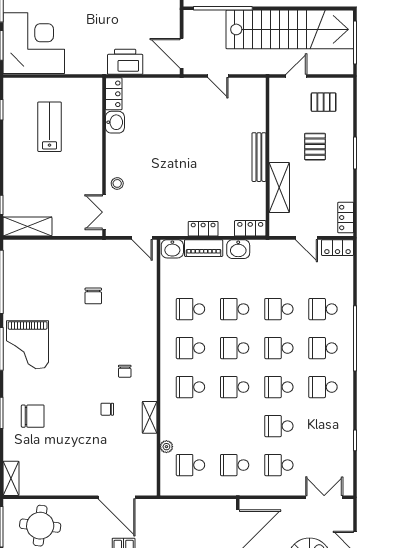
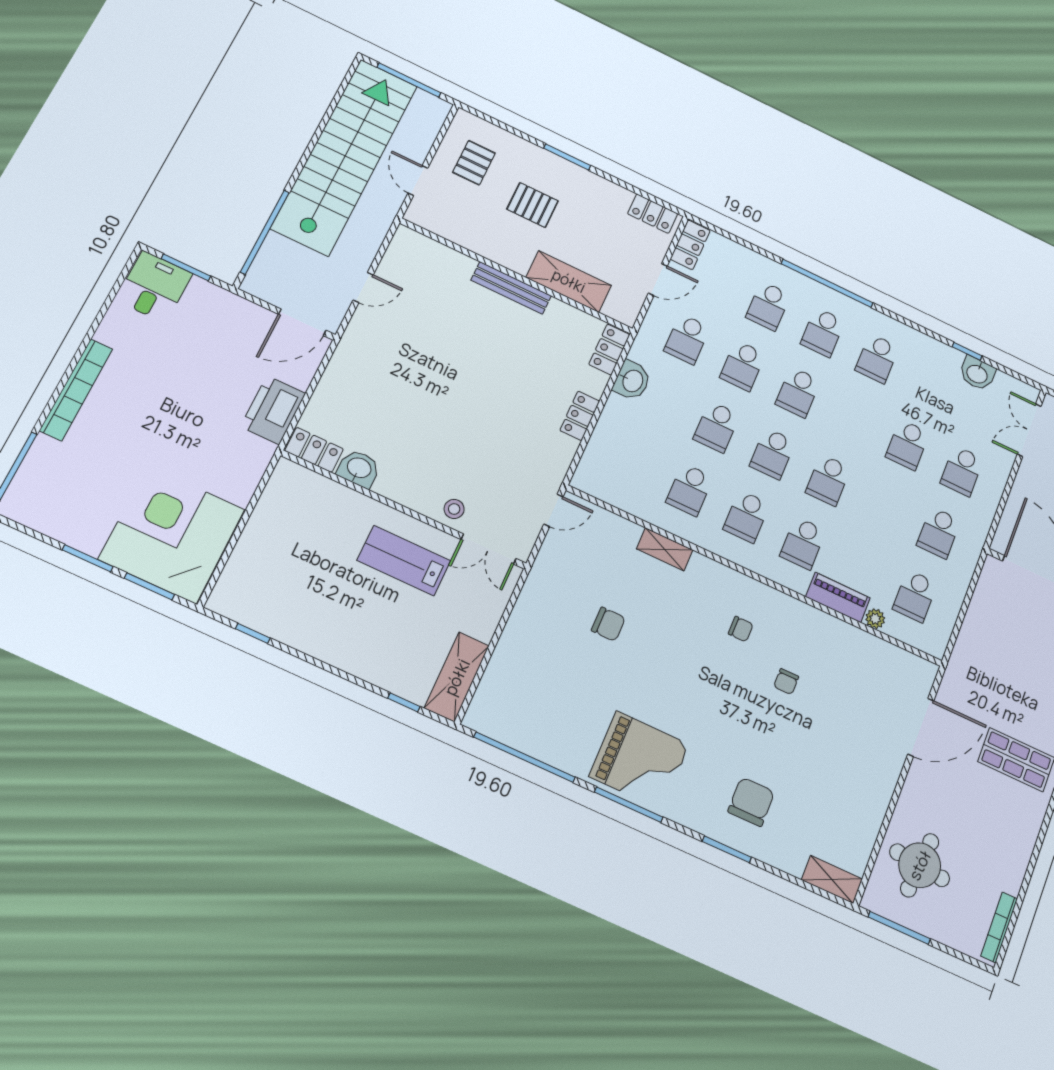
lab bench: (49, 127) -> (404, 561), moved
piano: (204, 248) -> (838, 597), moved, turned -90
washbasin: (172, 249) -> (977, 373), moved, turned 90
school desk: (279, 387) -> (687, 339), moved
shelving: (150, 417) -> (665, 549), moved

